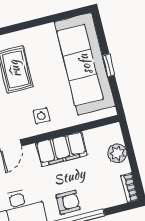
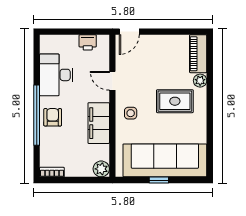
plant: (117, 153) -> (101, 169), moved
armchair: (68, 202) -> (53, 117), turned 180

